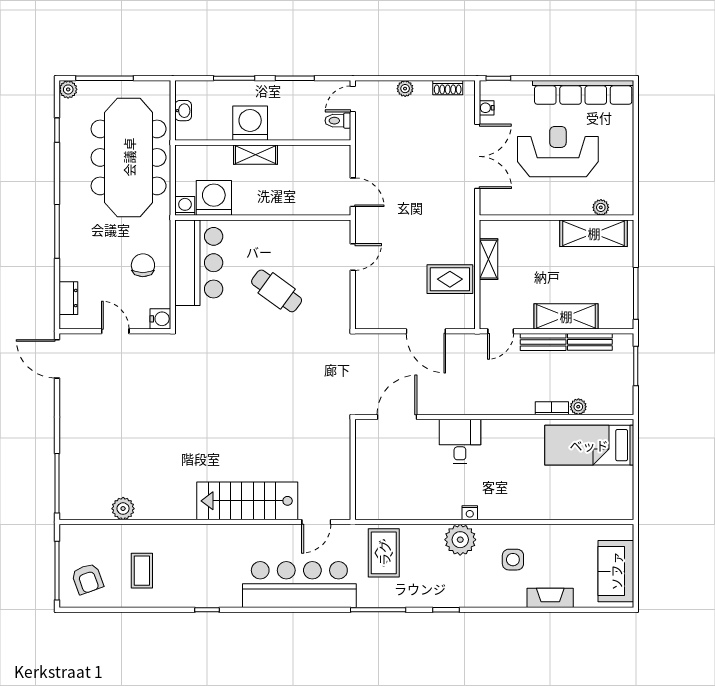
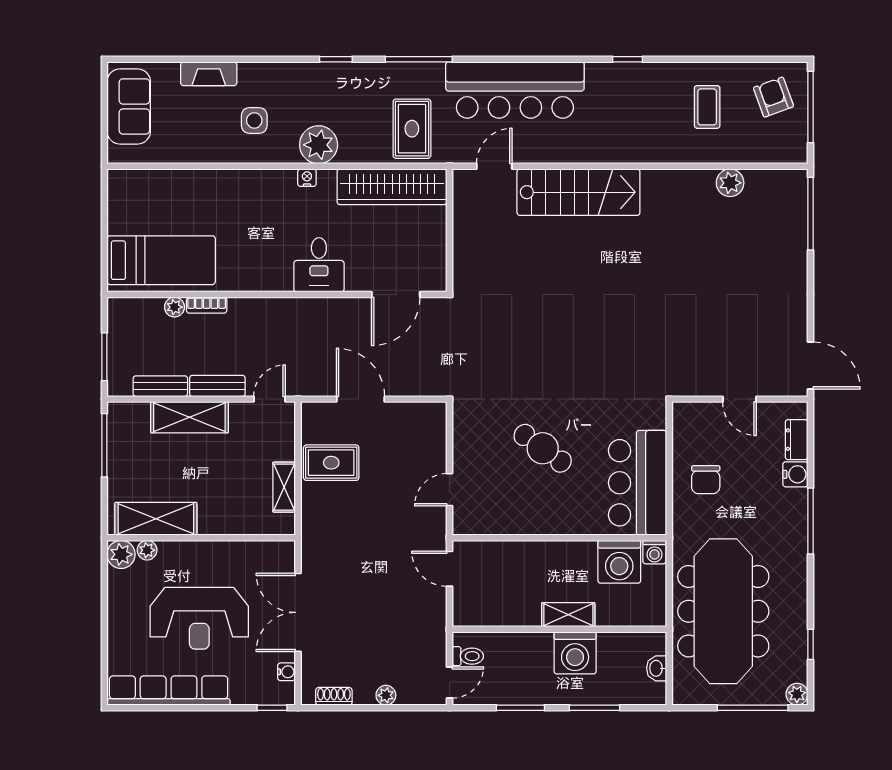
plant: (622, 204) -> (121, 554), added
water cooler: (160, 319) -> (795, 474), moved, turned 180
wardrobe: (400, 505) -> (392, 187), added

